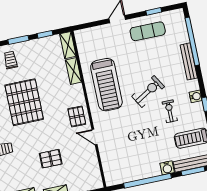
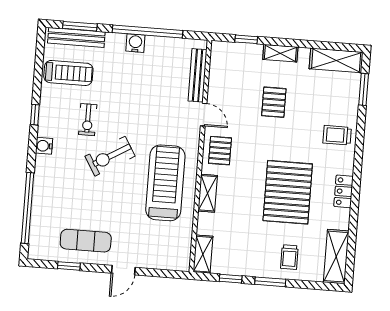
bench: (189, 61) -> (198, 75), moved
shelving: (73, 71) -> (208, 193), moved
water cooler: (196, 96) -> (44, 146), moved
pallet: (51, 159) -> (274, 102), turned 90
water cooler: (167, 168) -> (135, 43), moved

